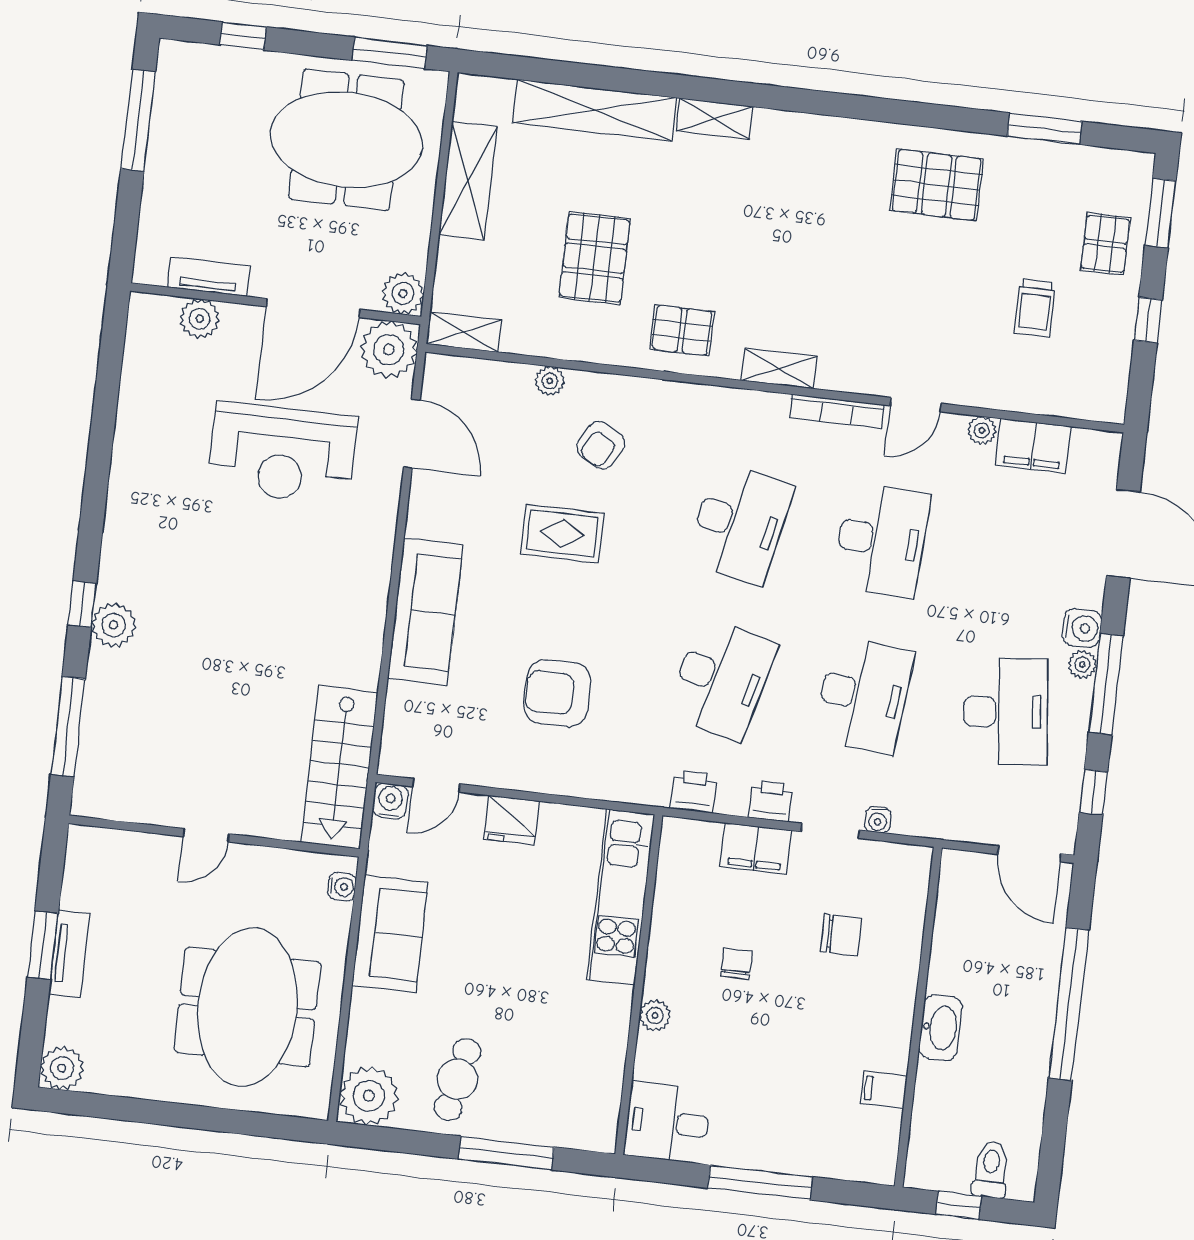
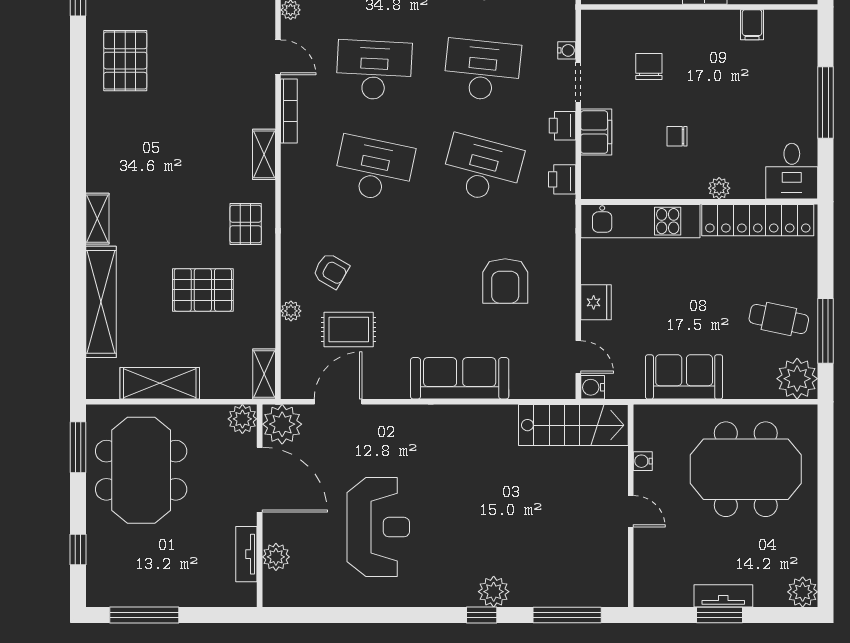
reception desk: (282, 453) -> (378, 527), moved
rug: (562, 534) -> (349, 329), moved, turned 90
water cooler: (342, 887) -> (643, 461), moved, turned -90
locker: (603, 1066) -> (758, 220), added
window: (506, 1153) -> (826, 331), moved

